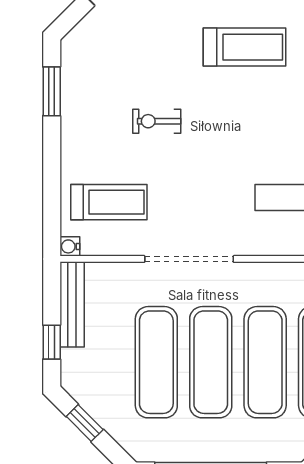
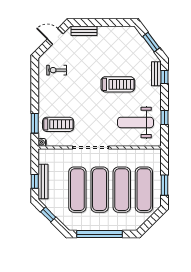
treadmill: (245, 47) -> (118, 84), moved
window: (52, 91) -> (35, 123), moved
exercise bike: (157, 121) -> (57, 70), moved
bench: (72, 304) -> (43, 181), moved

